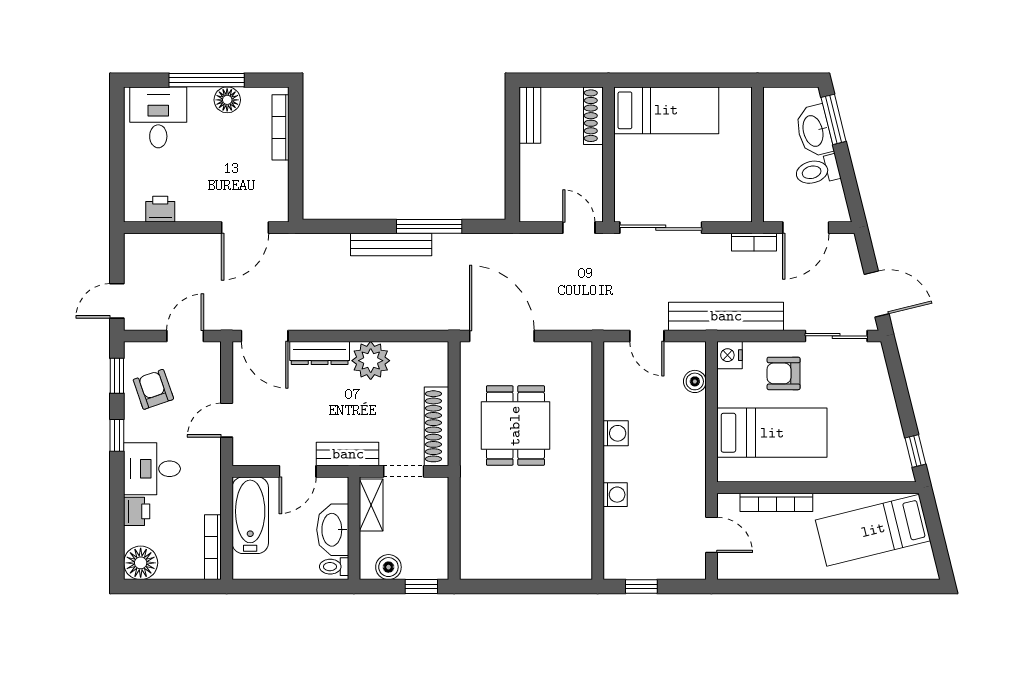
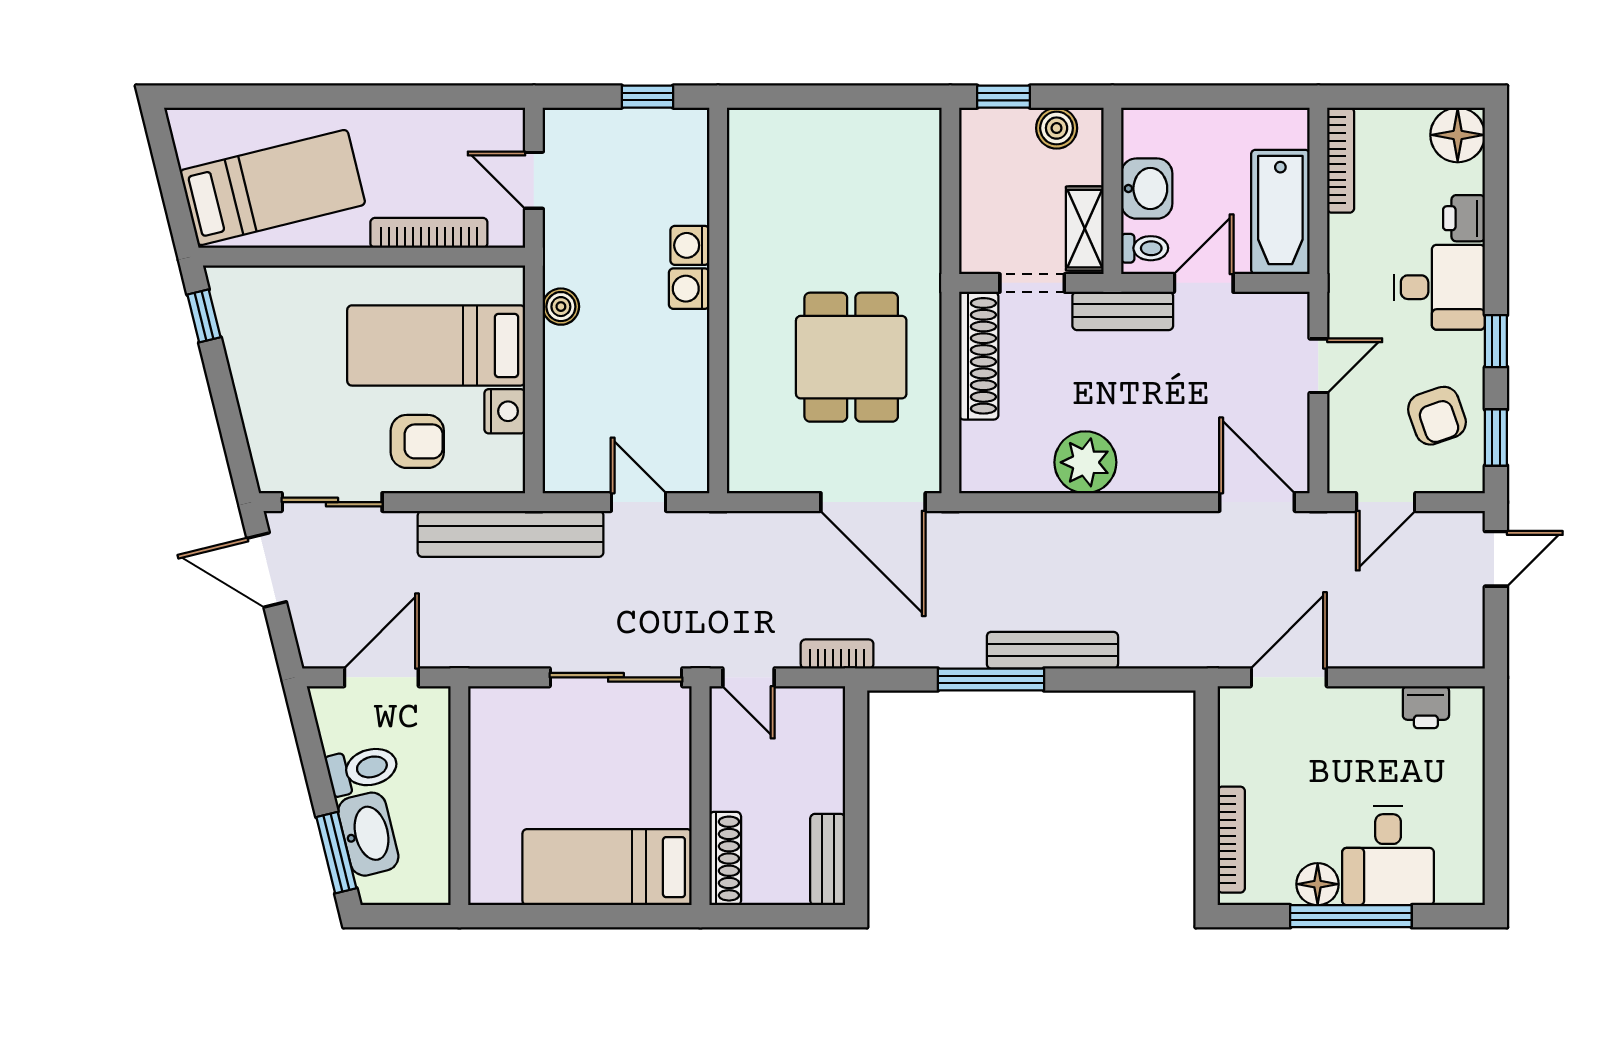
desk: (158, 117) -> (1388, 856), moved
bookcase: (754, 242) -> (837, 654), moved
dresser: (320, 353) -> (1168, 474), removed
nightstand: (730, 355) -> (505, 411), moved
boiler: (695, 381) -> (561, 307), moved
washing machine: (616, 433) -> (689, 289), moved
washbasin: (333, 530) -> (1147, 189), width x0.72
toilet: (334, 567) -> (1145, 248), moved

